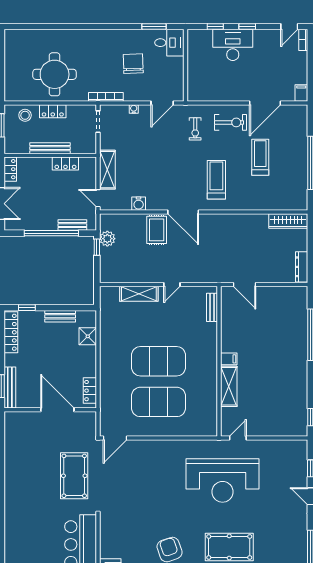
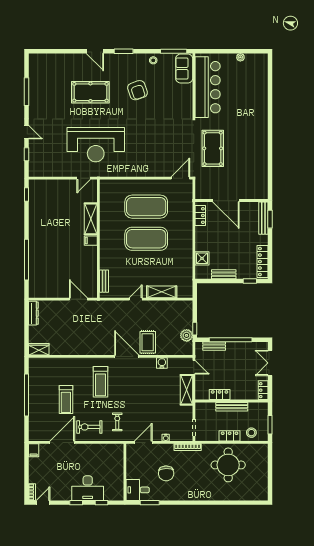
wardrobe: (288, 221) -> (39, 349), width x0.67
reception desk: (223, 480) -> (96, 145), turned 180

